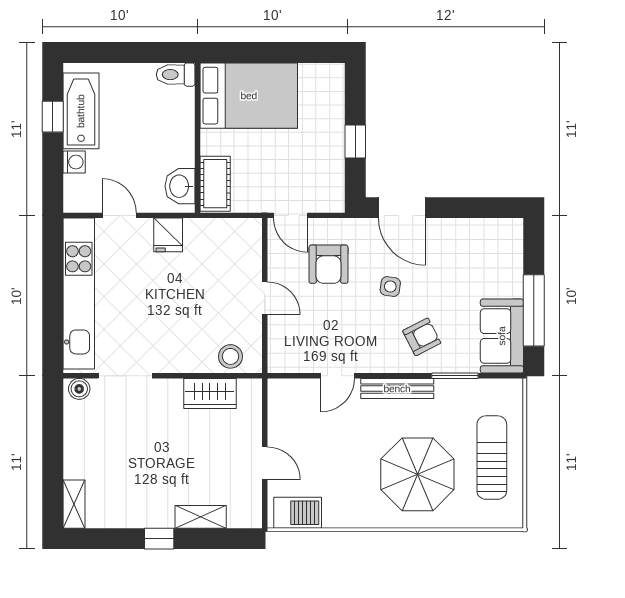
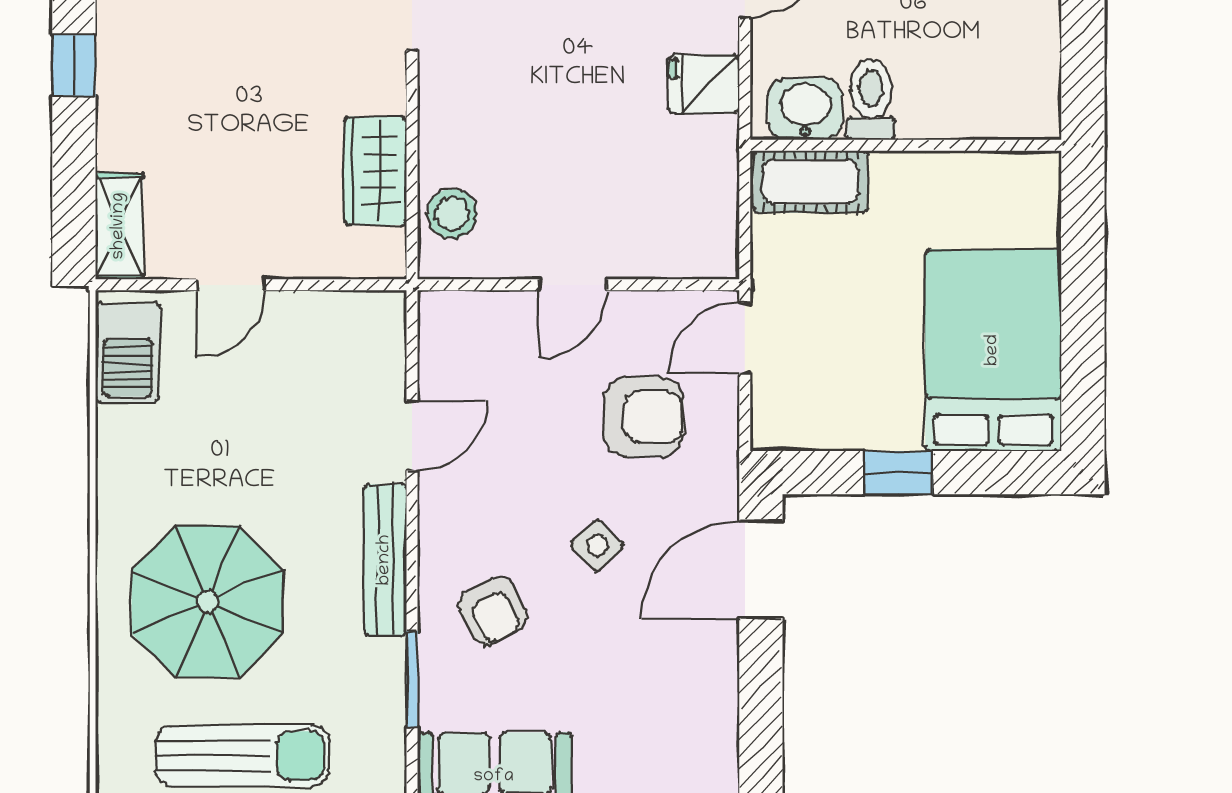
toilet: (176, 75) -> (871, 100), moved
bed: (249, 96) -> (993, 350), moved, turned 180
armchair: (328, 264) -> (644, 417), turned 180
side table: (390, 287) -> (597, 545), turned 37
door: (338, 376) -> (412, 436), swing flipped
shelving: (201, 517) -> (119, 226), moved

